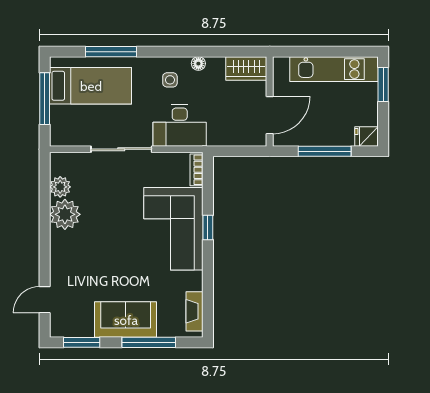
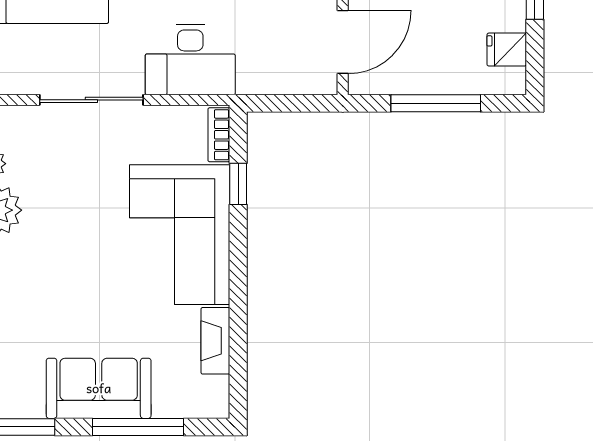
fridge: (367, 136) -> (507, 50), moved
window: (208, 228) -> (238, 184), moved
fireplace: (195, 311) -> (215, 341), moved

